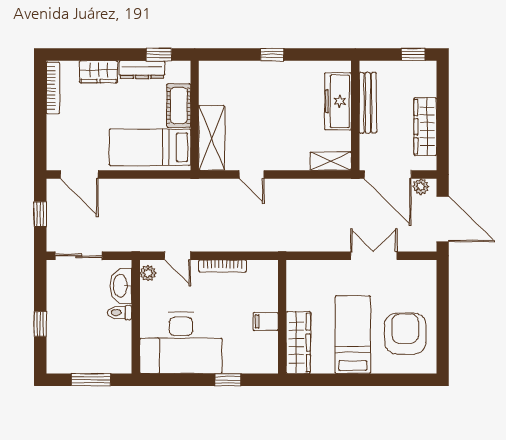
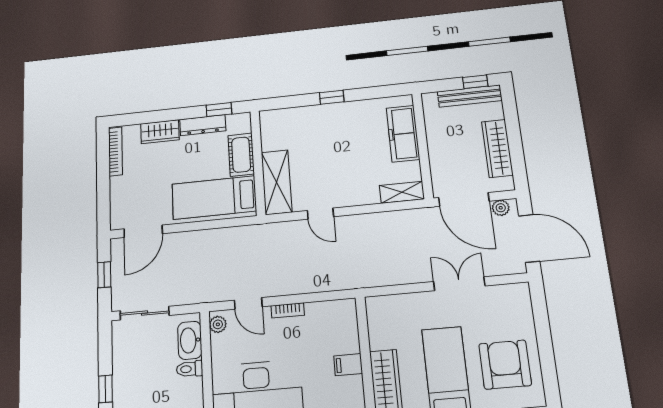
bench: (368, 103) -> (470, 96), moved, turned 90
door: (79, 174) -> (143, 231), hinge flipped
bookcase: (223, 266) -> (288, 310), width x0.64

